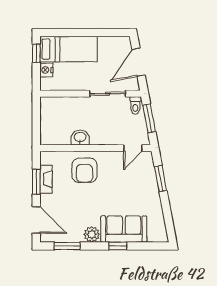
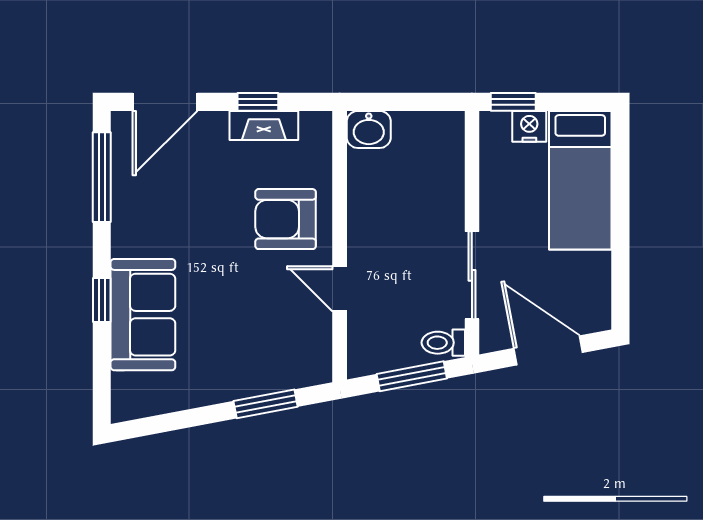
window: (36, 53) -> (513, 102), moved
washbasin: (80, 137) -> (369, 129), moved, turned 90
door: (133, 148) -> (340, 289), moved
window: (36, 182) -> (258, 102), width x0.67
plant: (92, 234) -> (130, 237), removed
window: (67, 246) -> (102, 177), width x1.44

